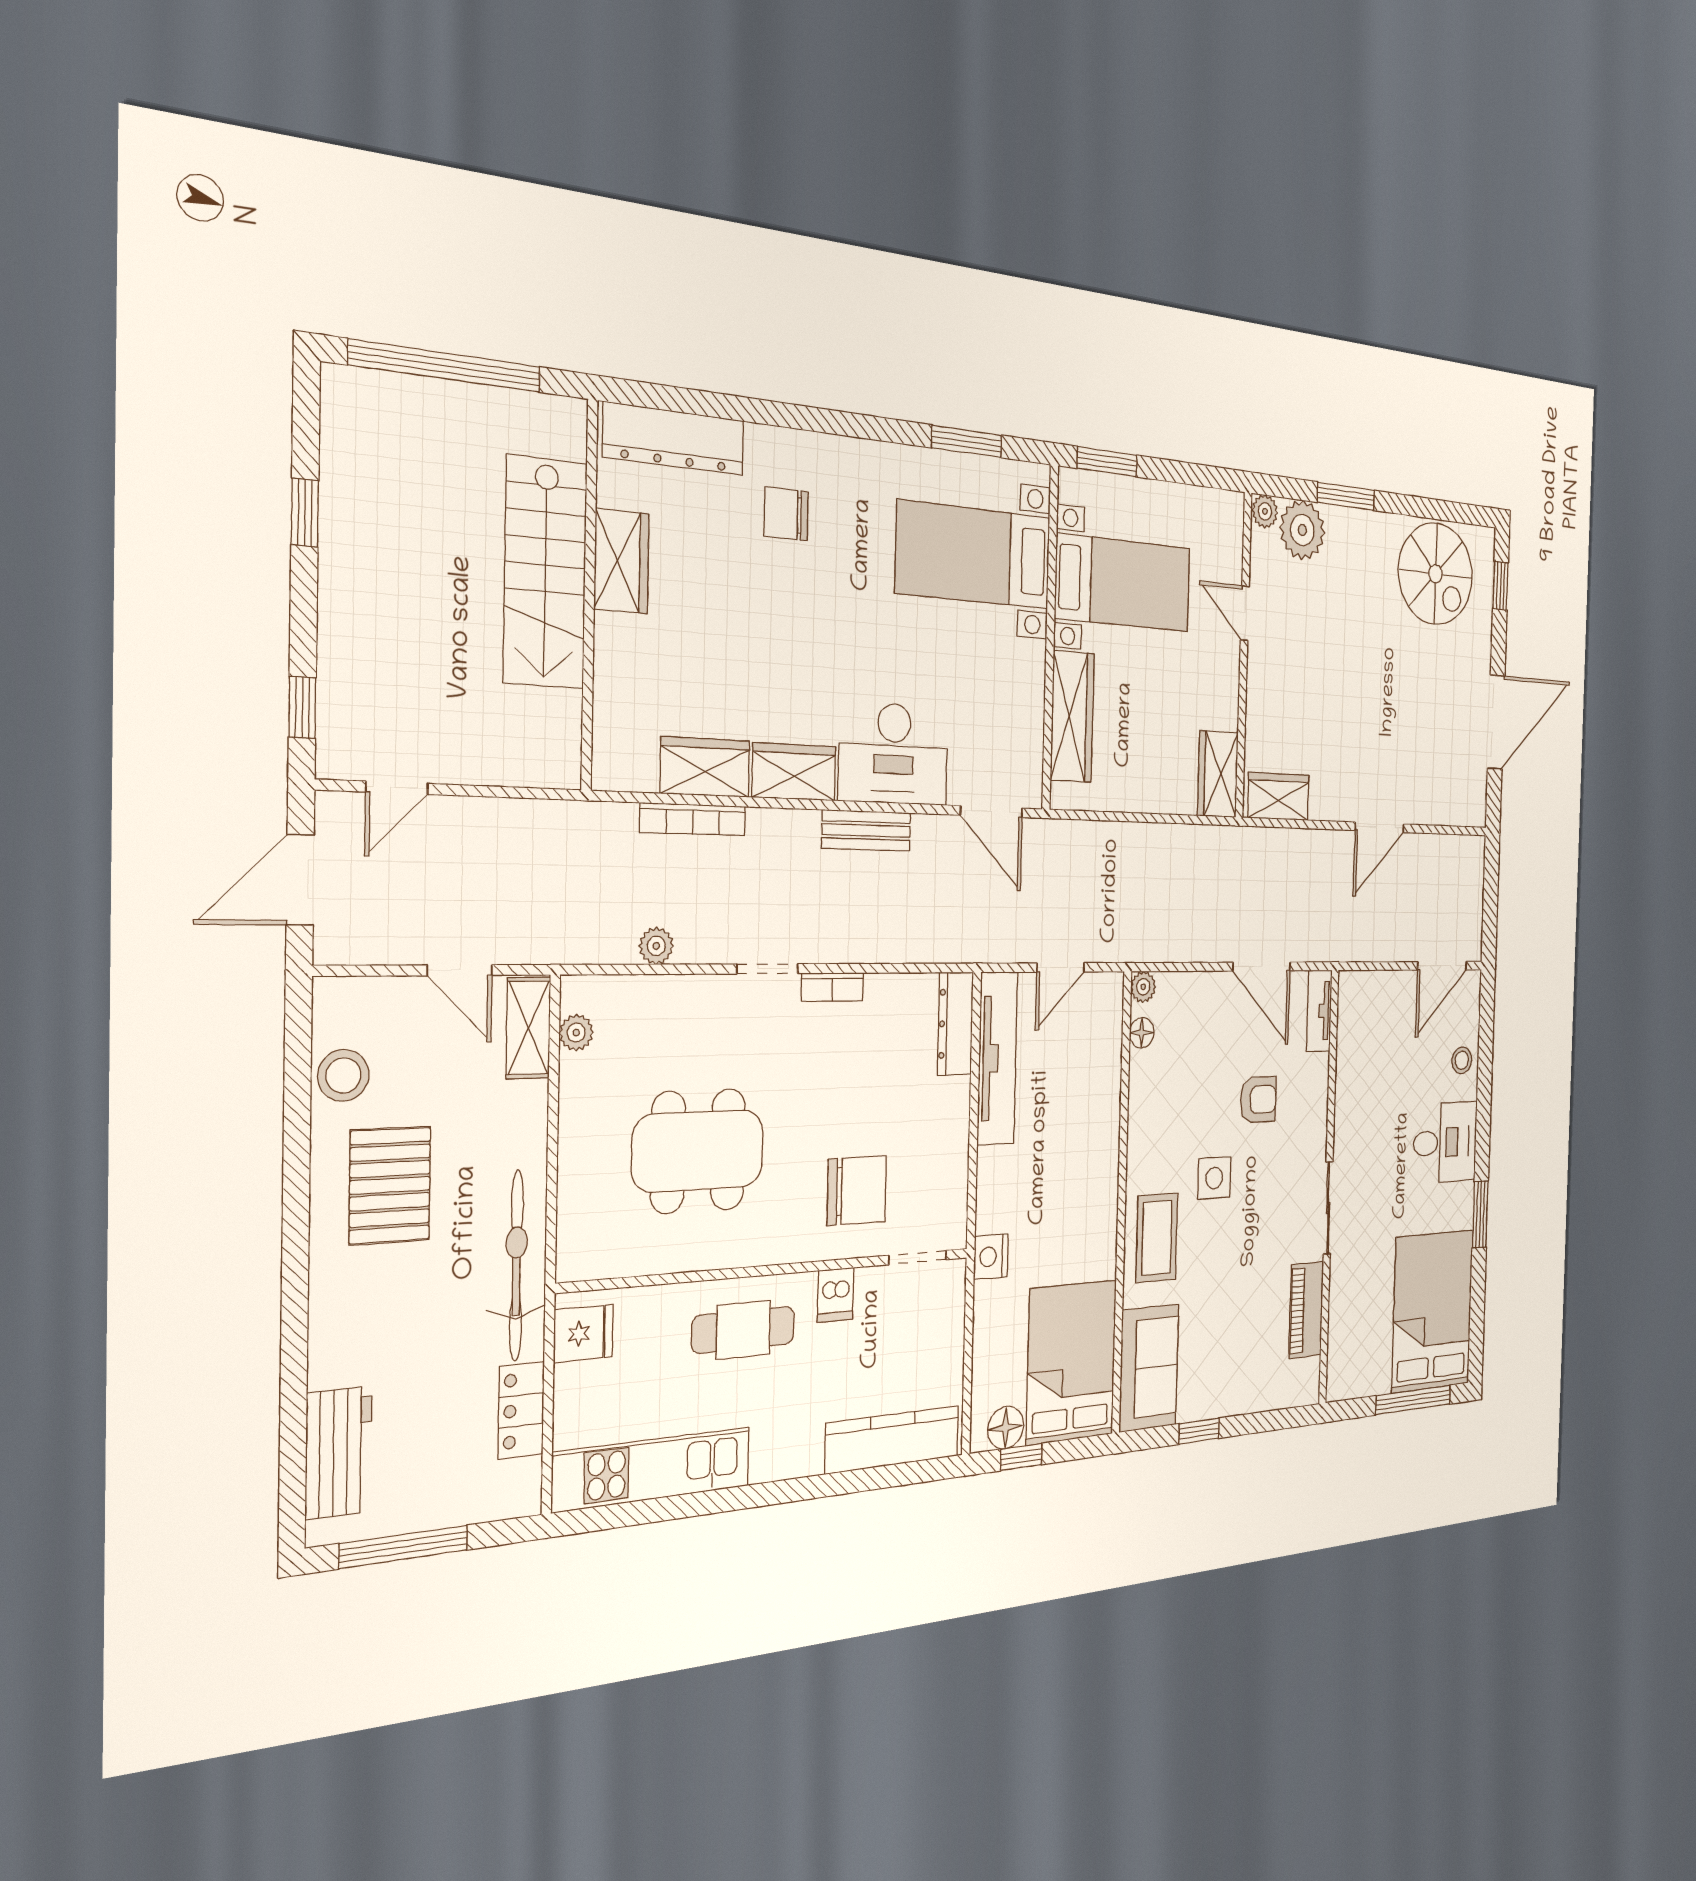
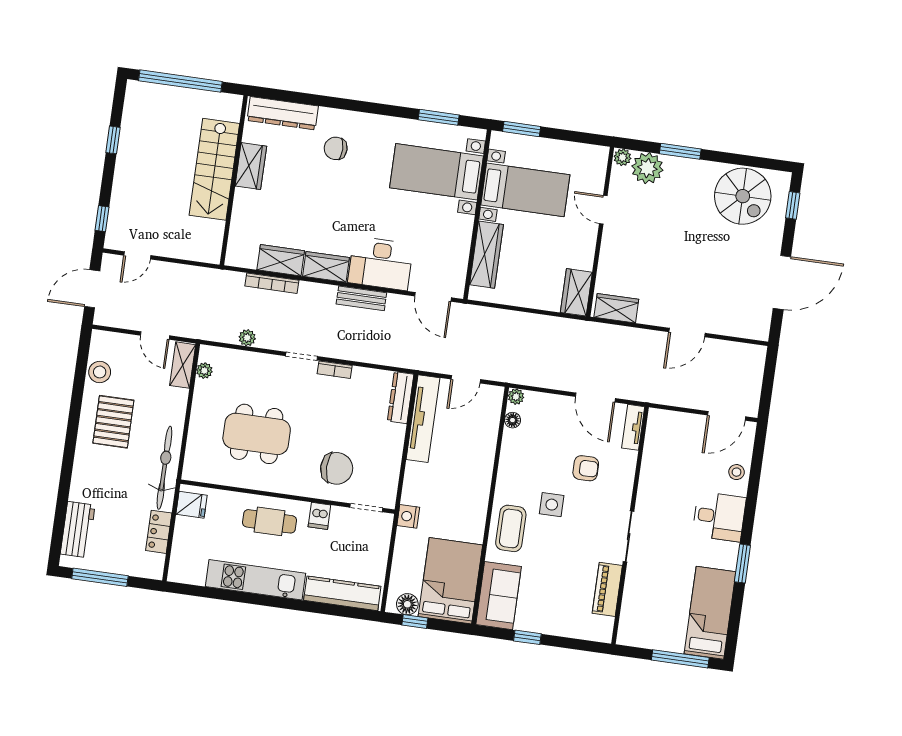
bed: (1433, 1311) -> (710, 613), width x0.67
kitchen unit: (652, 1469) -> (256, 580), moved

